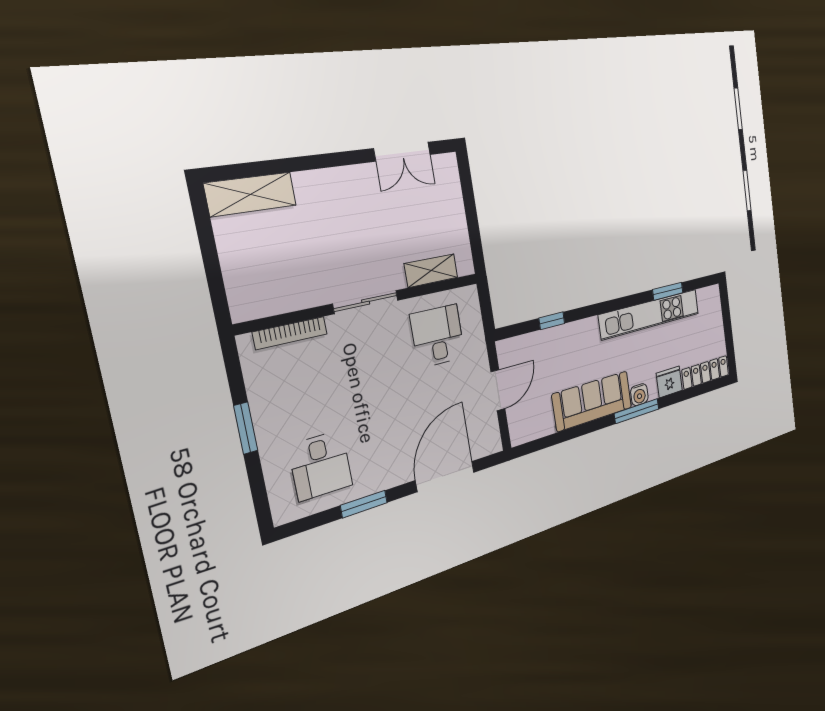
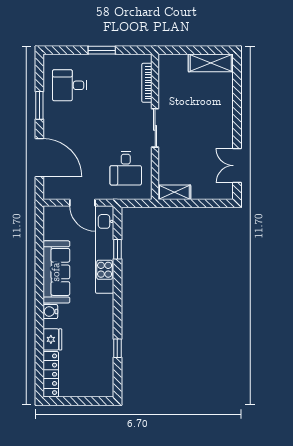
shelving: (251, 194) -> (211, 63), moved, turned 90
shelving: (431, 271) -> (174, 192), moved, turned 90
window: (668, 291) -> (117, 348), width x0.67
kitchen unit: (650, 314) -> (105, 250), moved
desk: (438, 336) -> (126, 168), turned 90
window: (637, 411) -> (39, 307), removed

